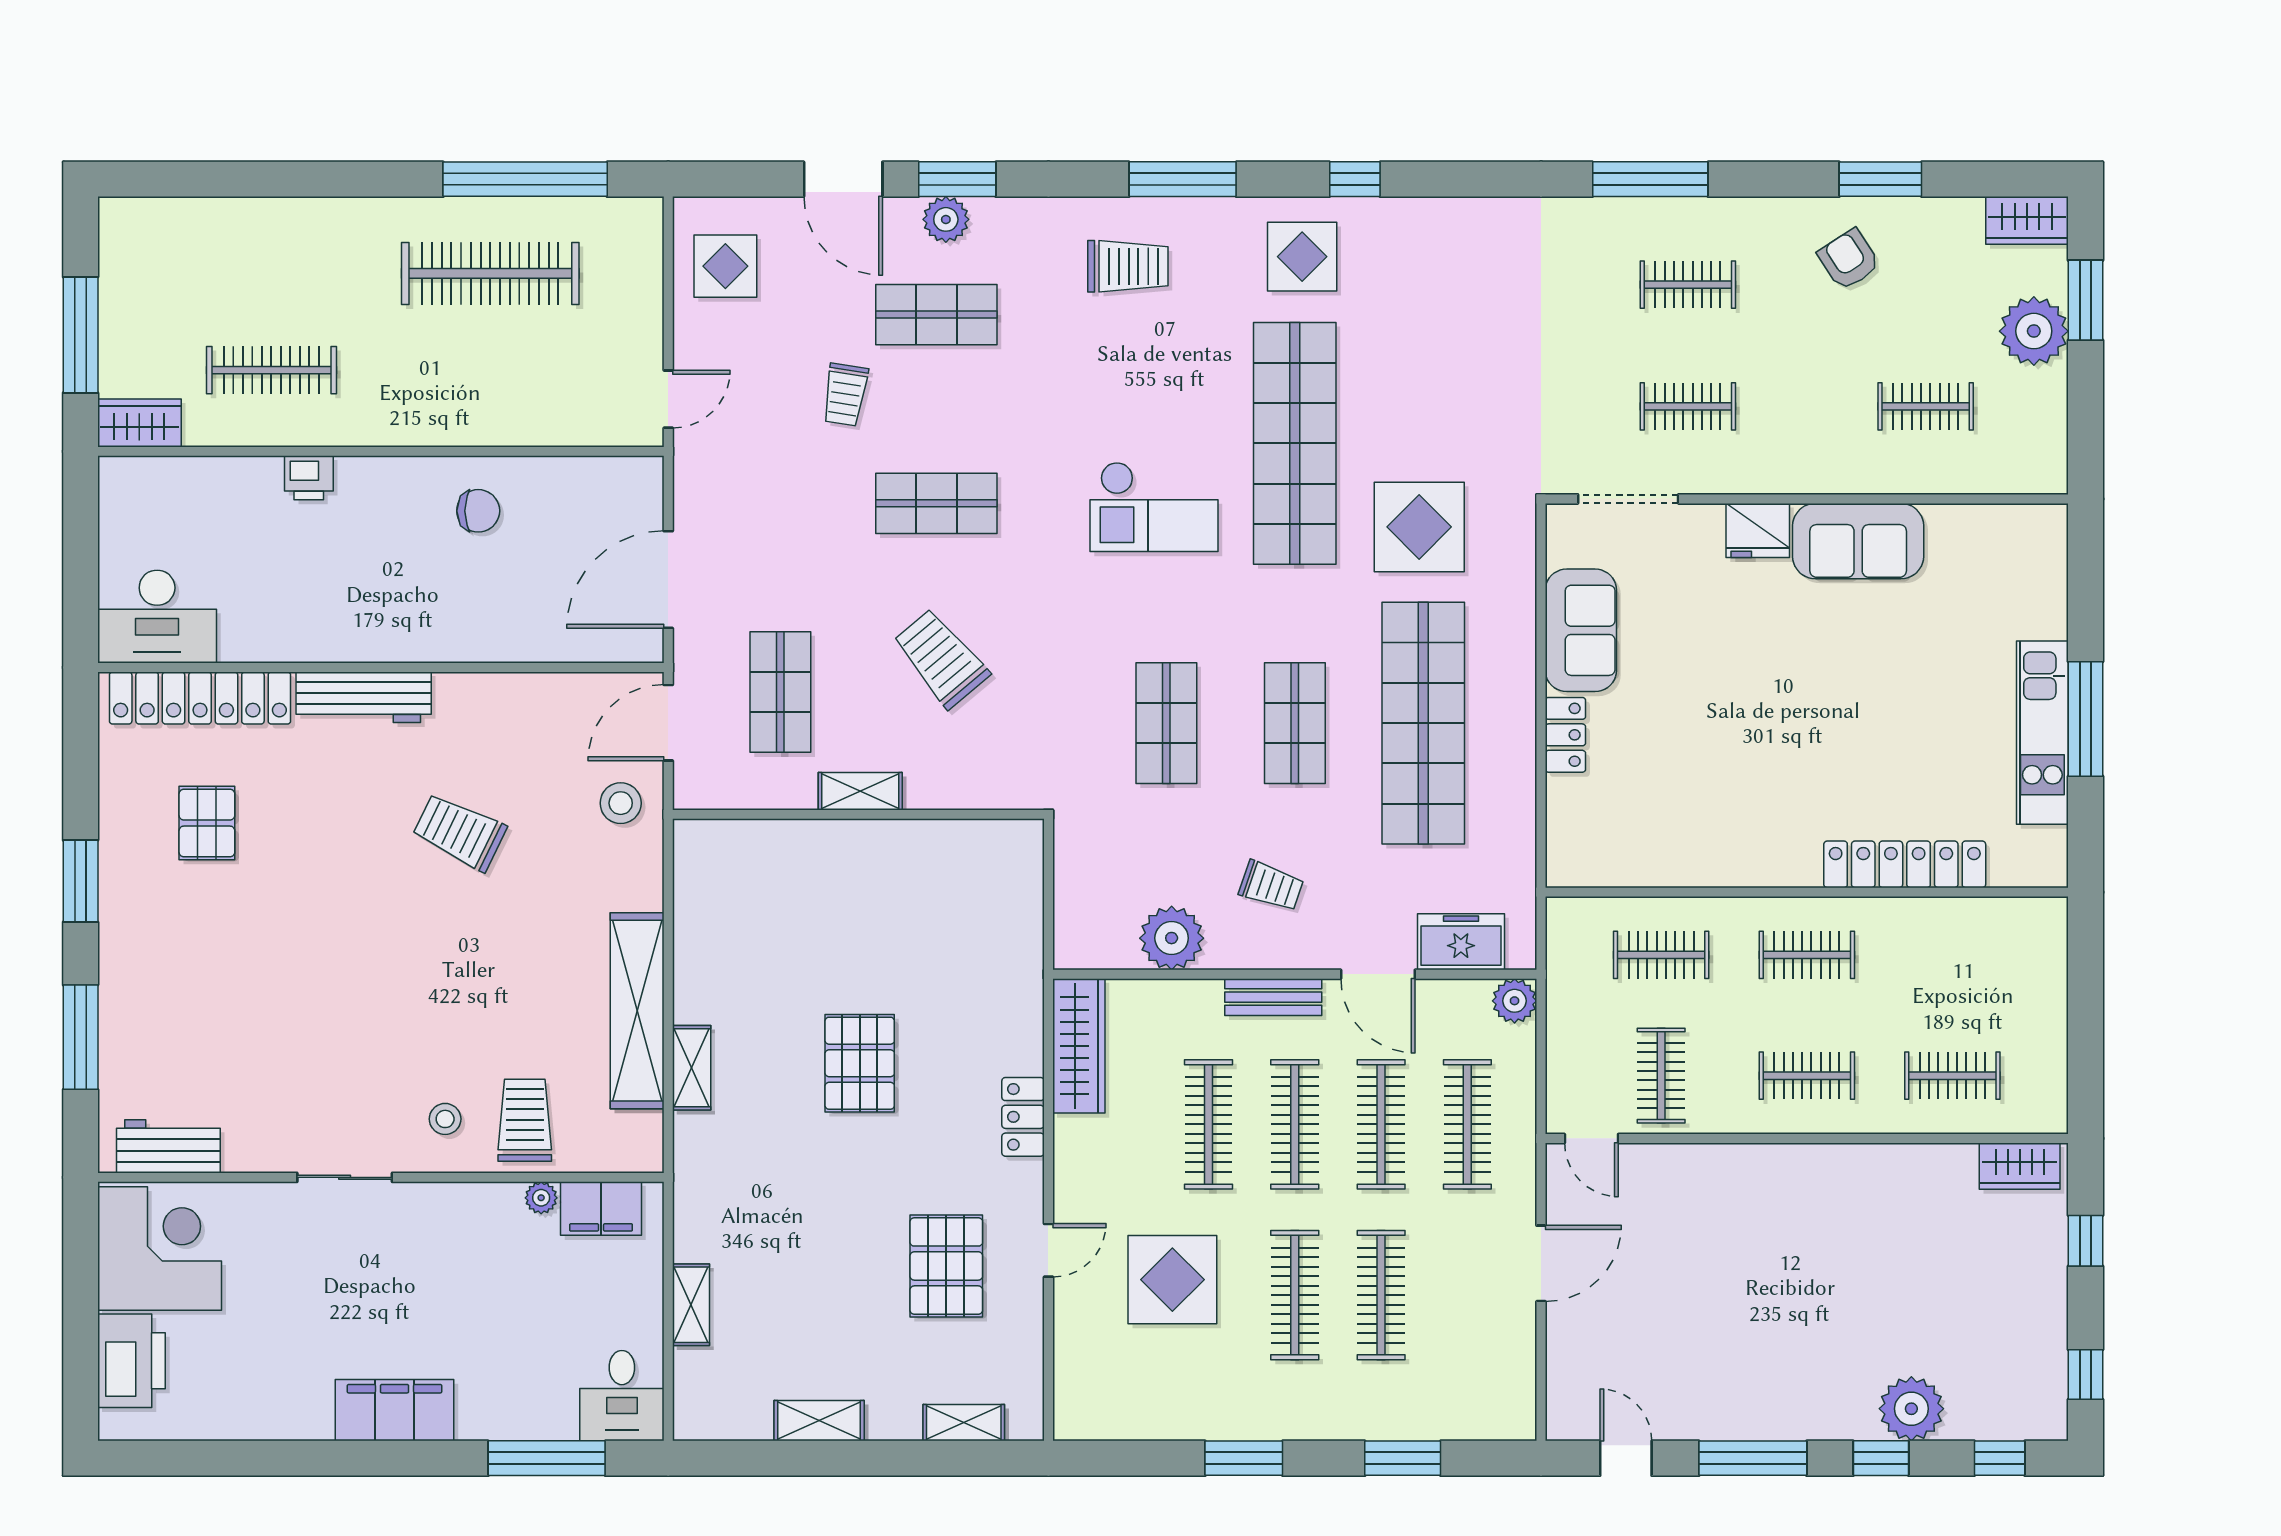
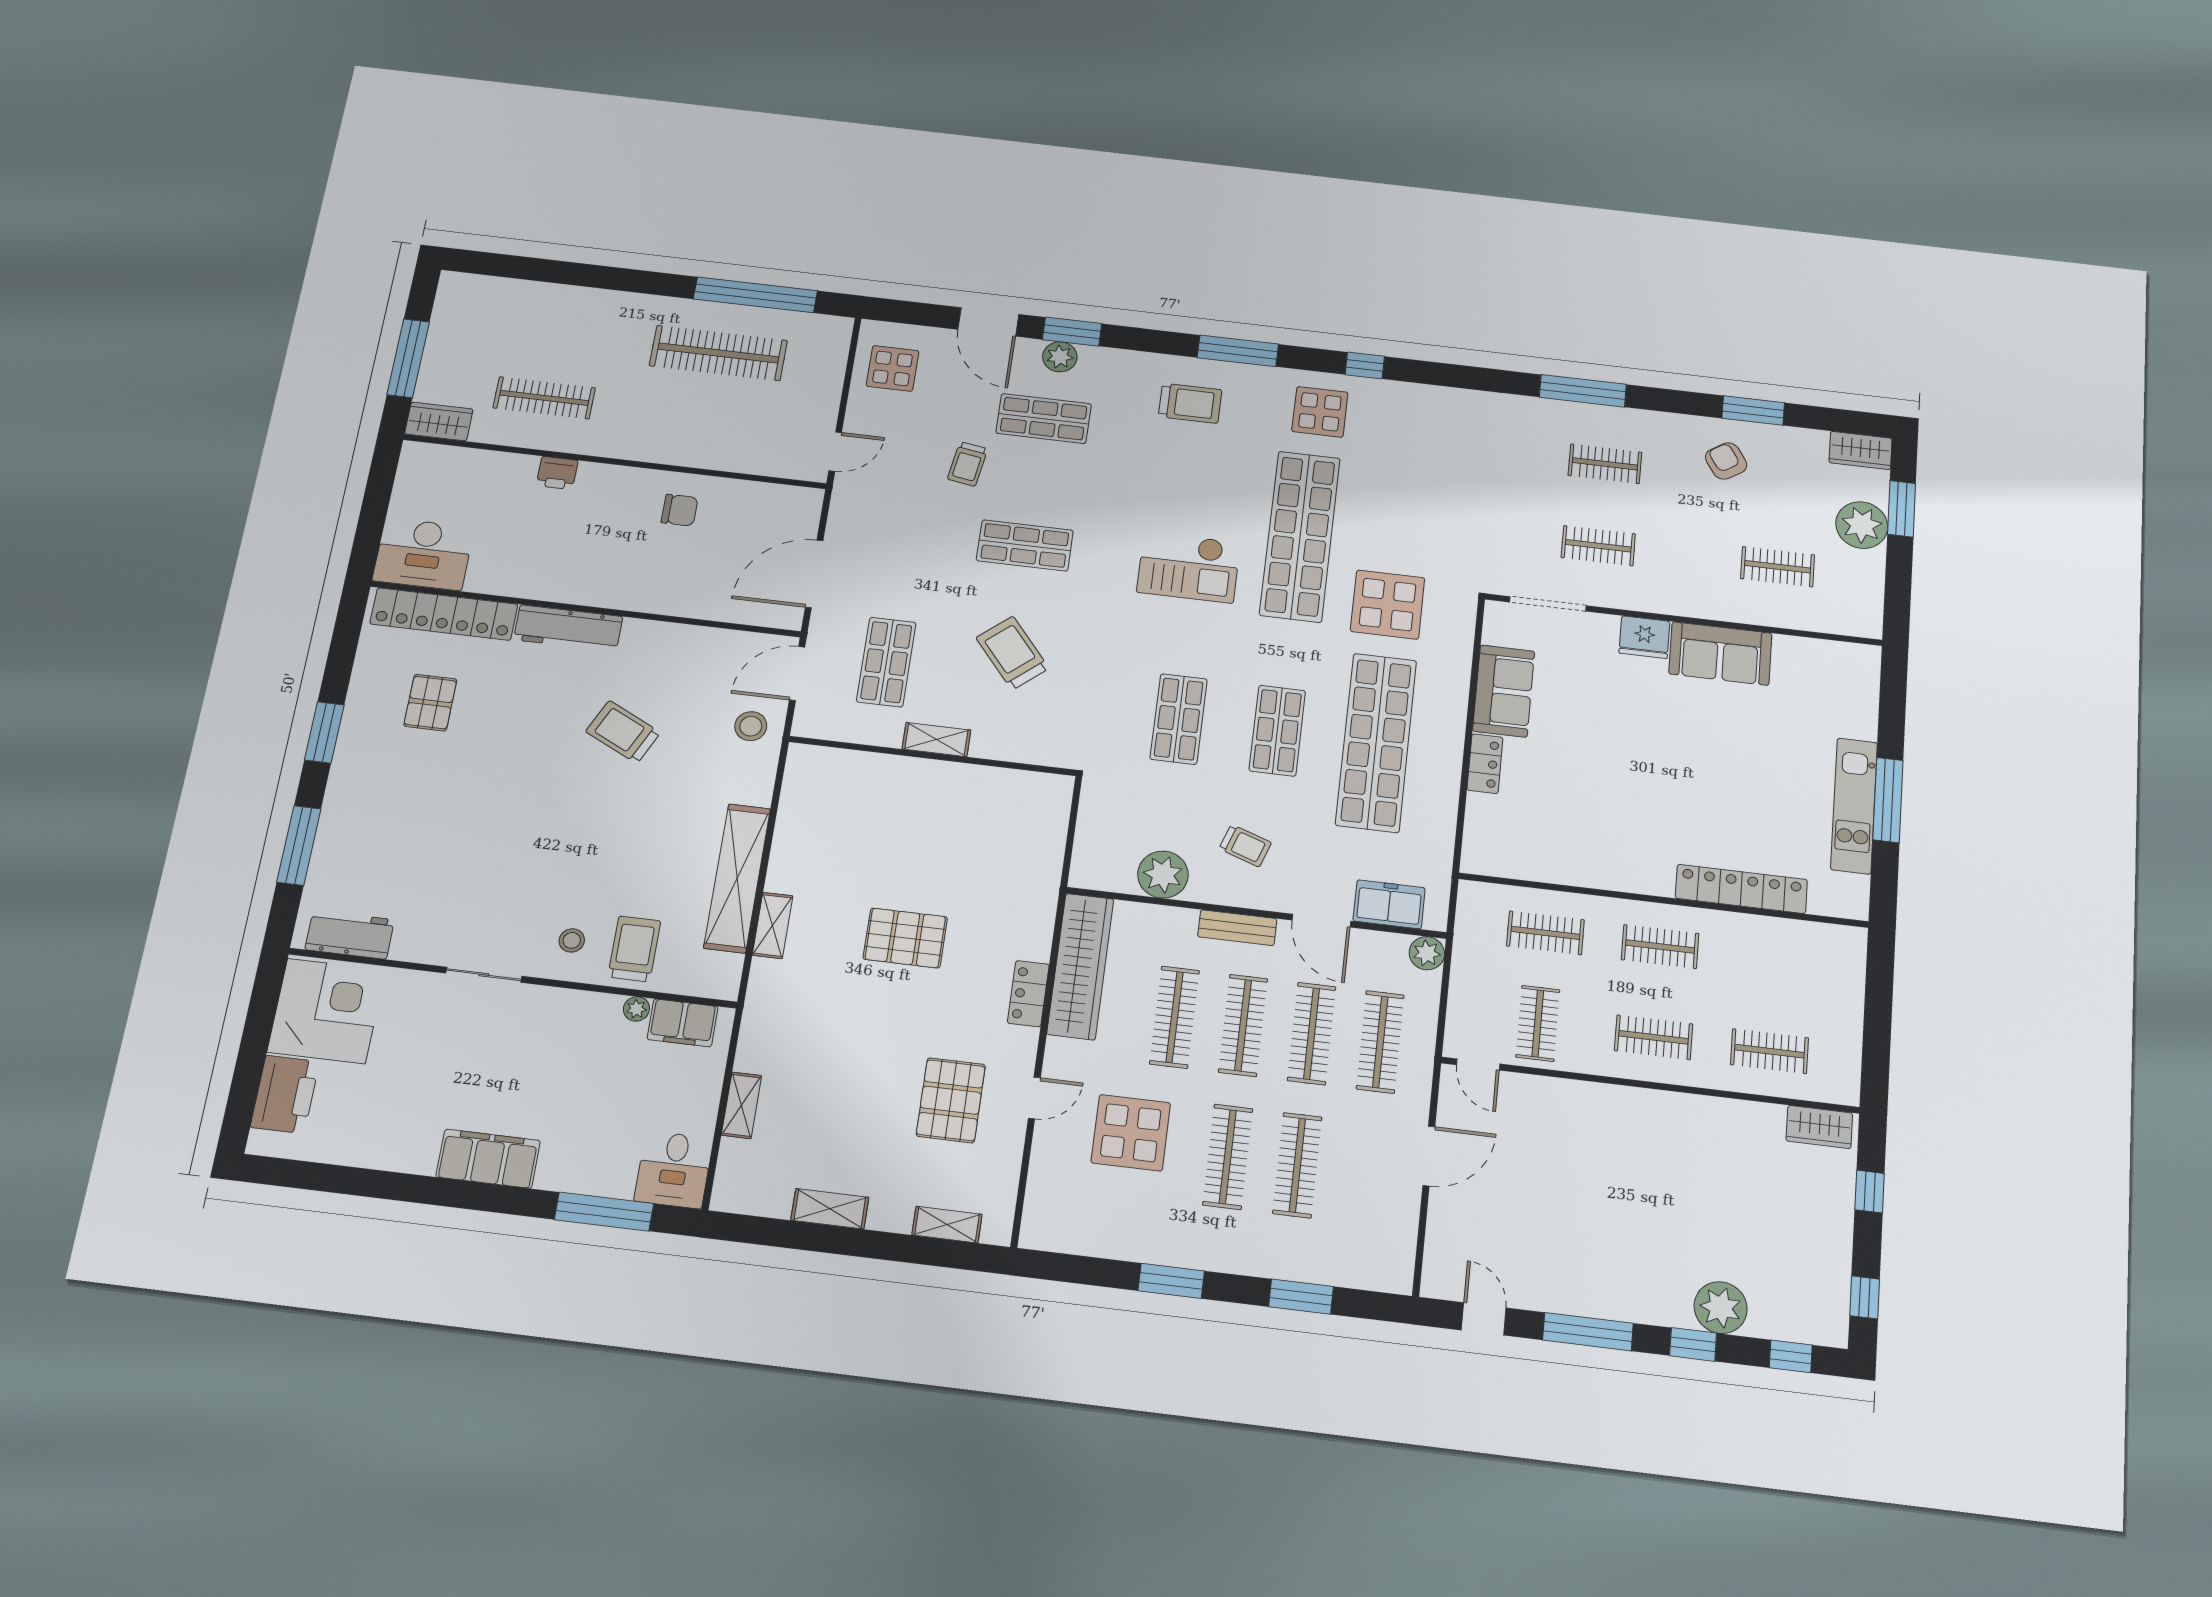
wardrobe: (1079, 1046) -> (1080, 966), width x1.40, depth x1.17
pallet: (860, 1063) -> (905, 938), turned 90

